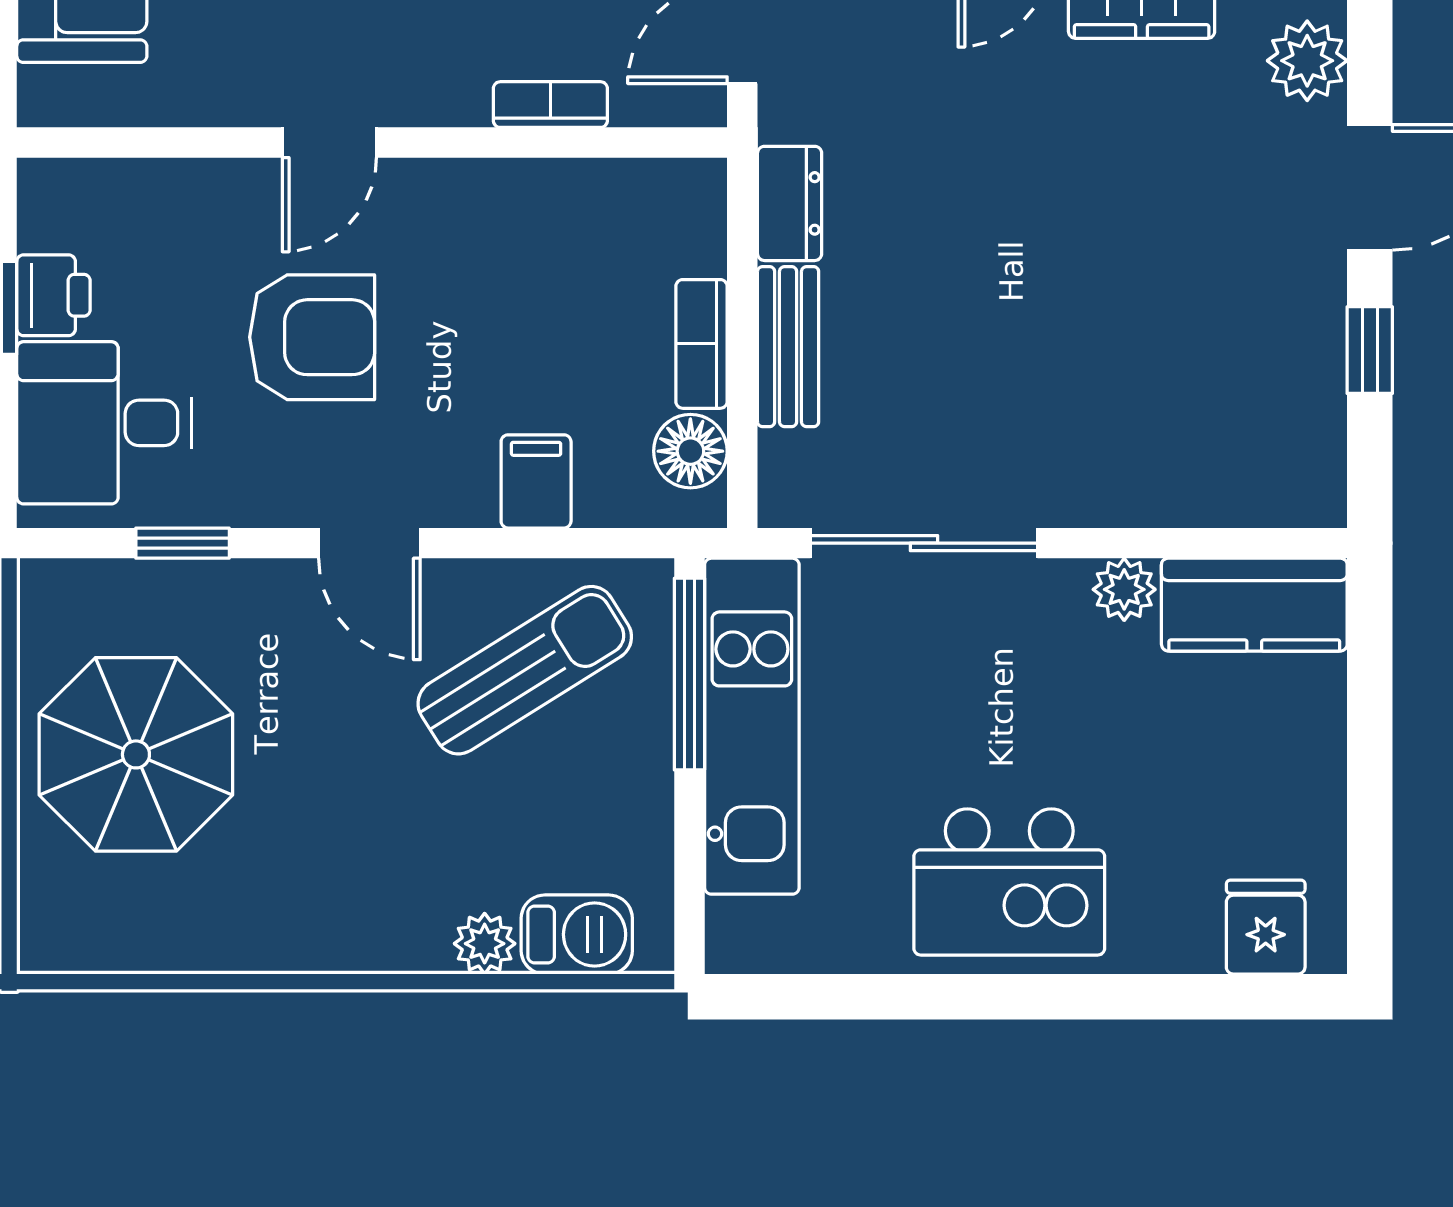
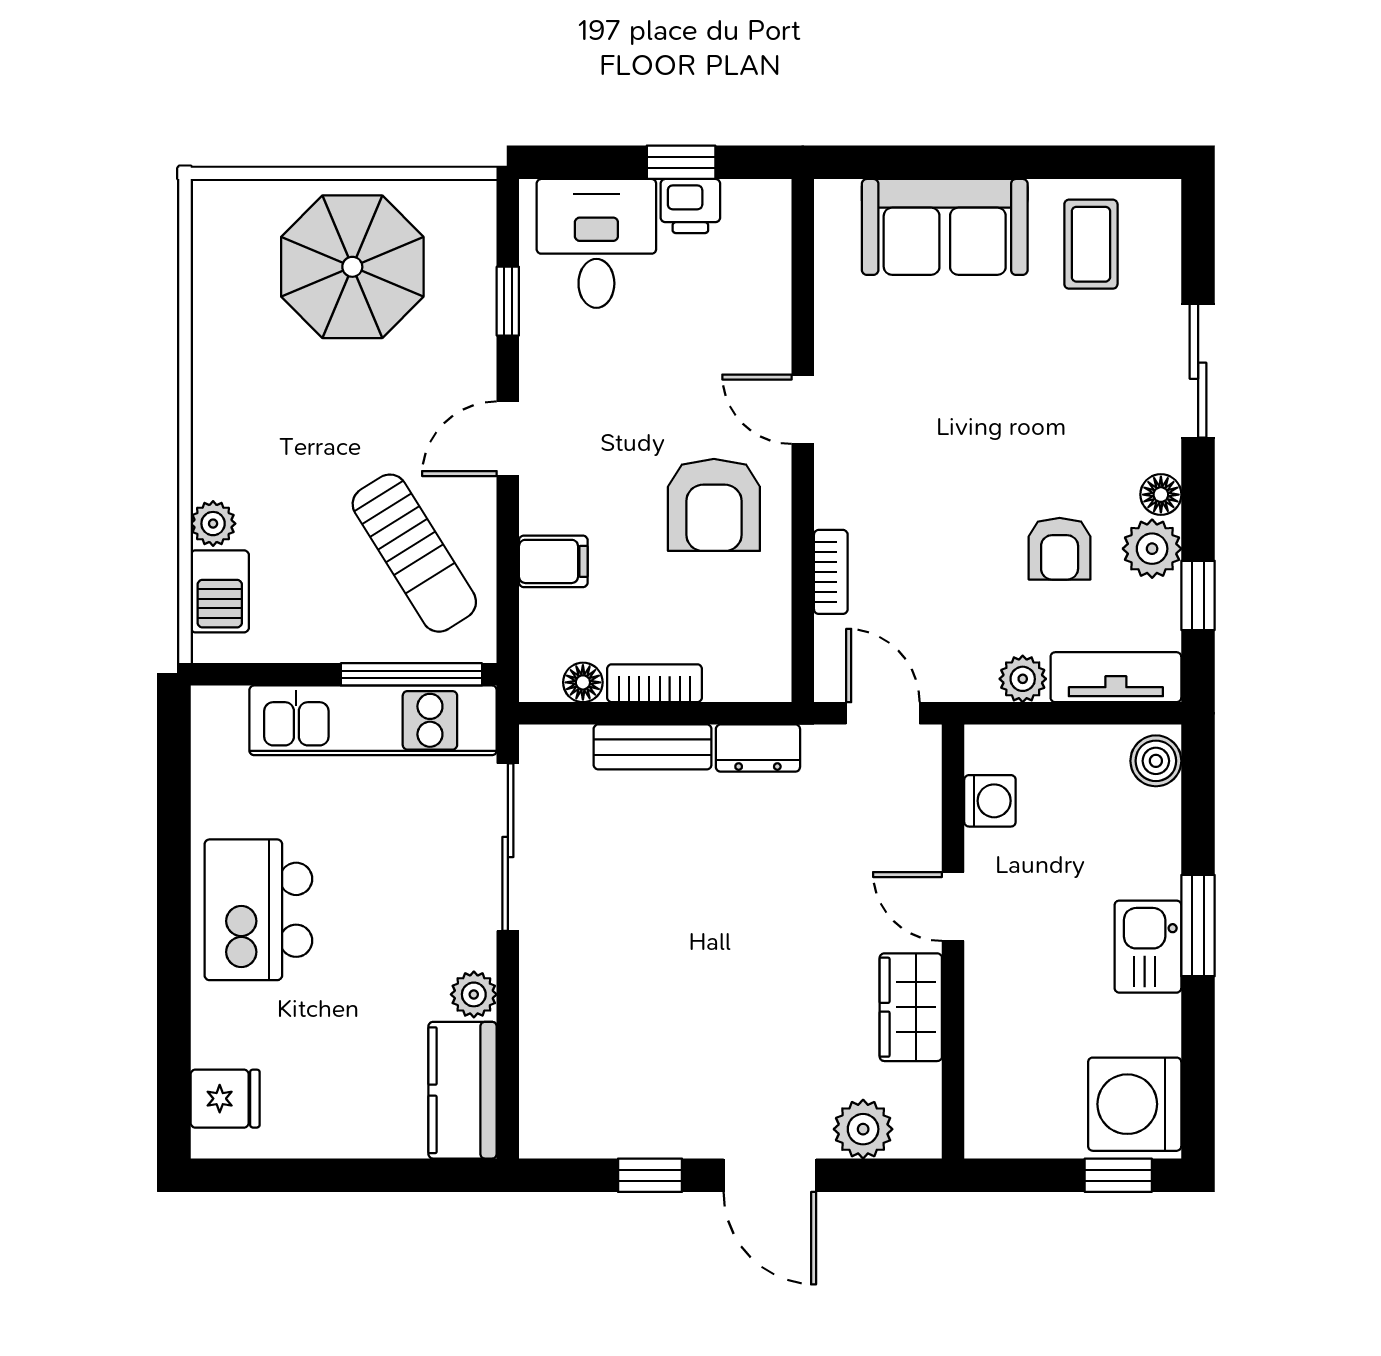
armchair: (312, 337) -> (714, 505), moved
floor lamp: (690, 451) -> (583, 682), width x0.73, depth x0.73

